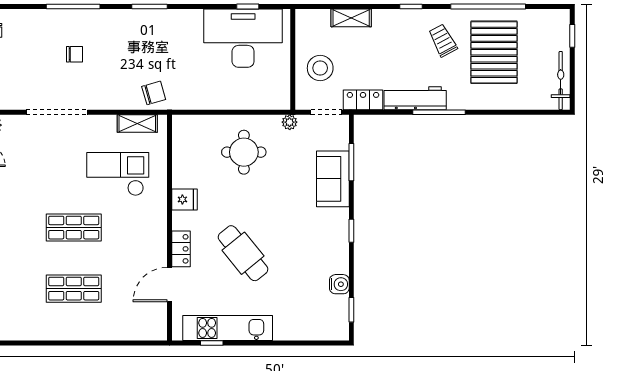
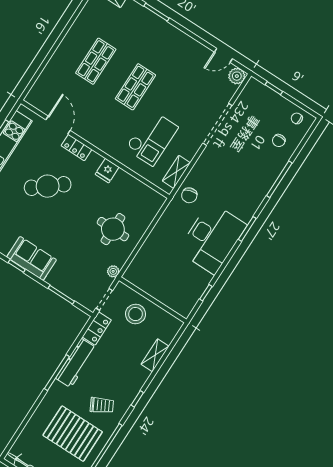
desk: (243, 38) -> (212, 238), moved
chair: (74, 54) -> (279, 141), moved
sofa: (333, 179) -> (32, 258), moved

